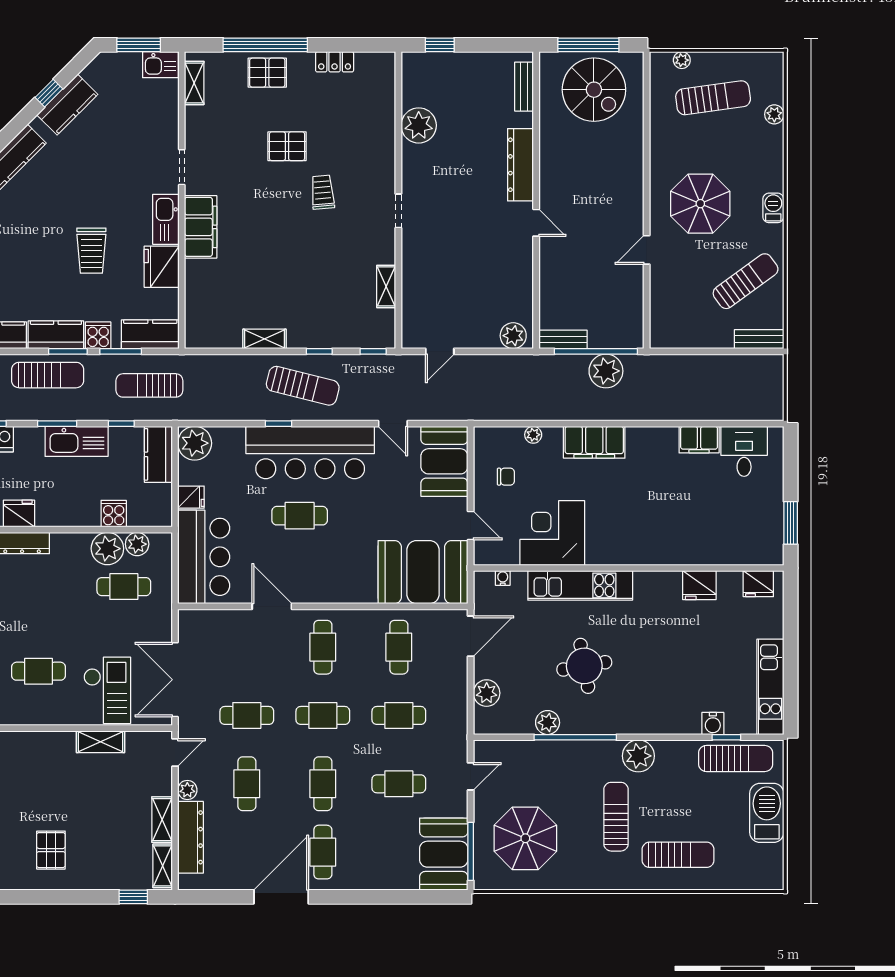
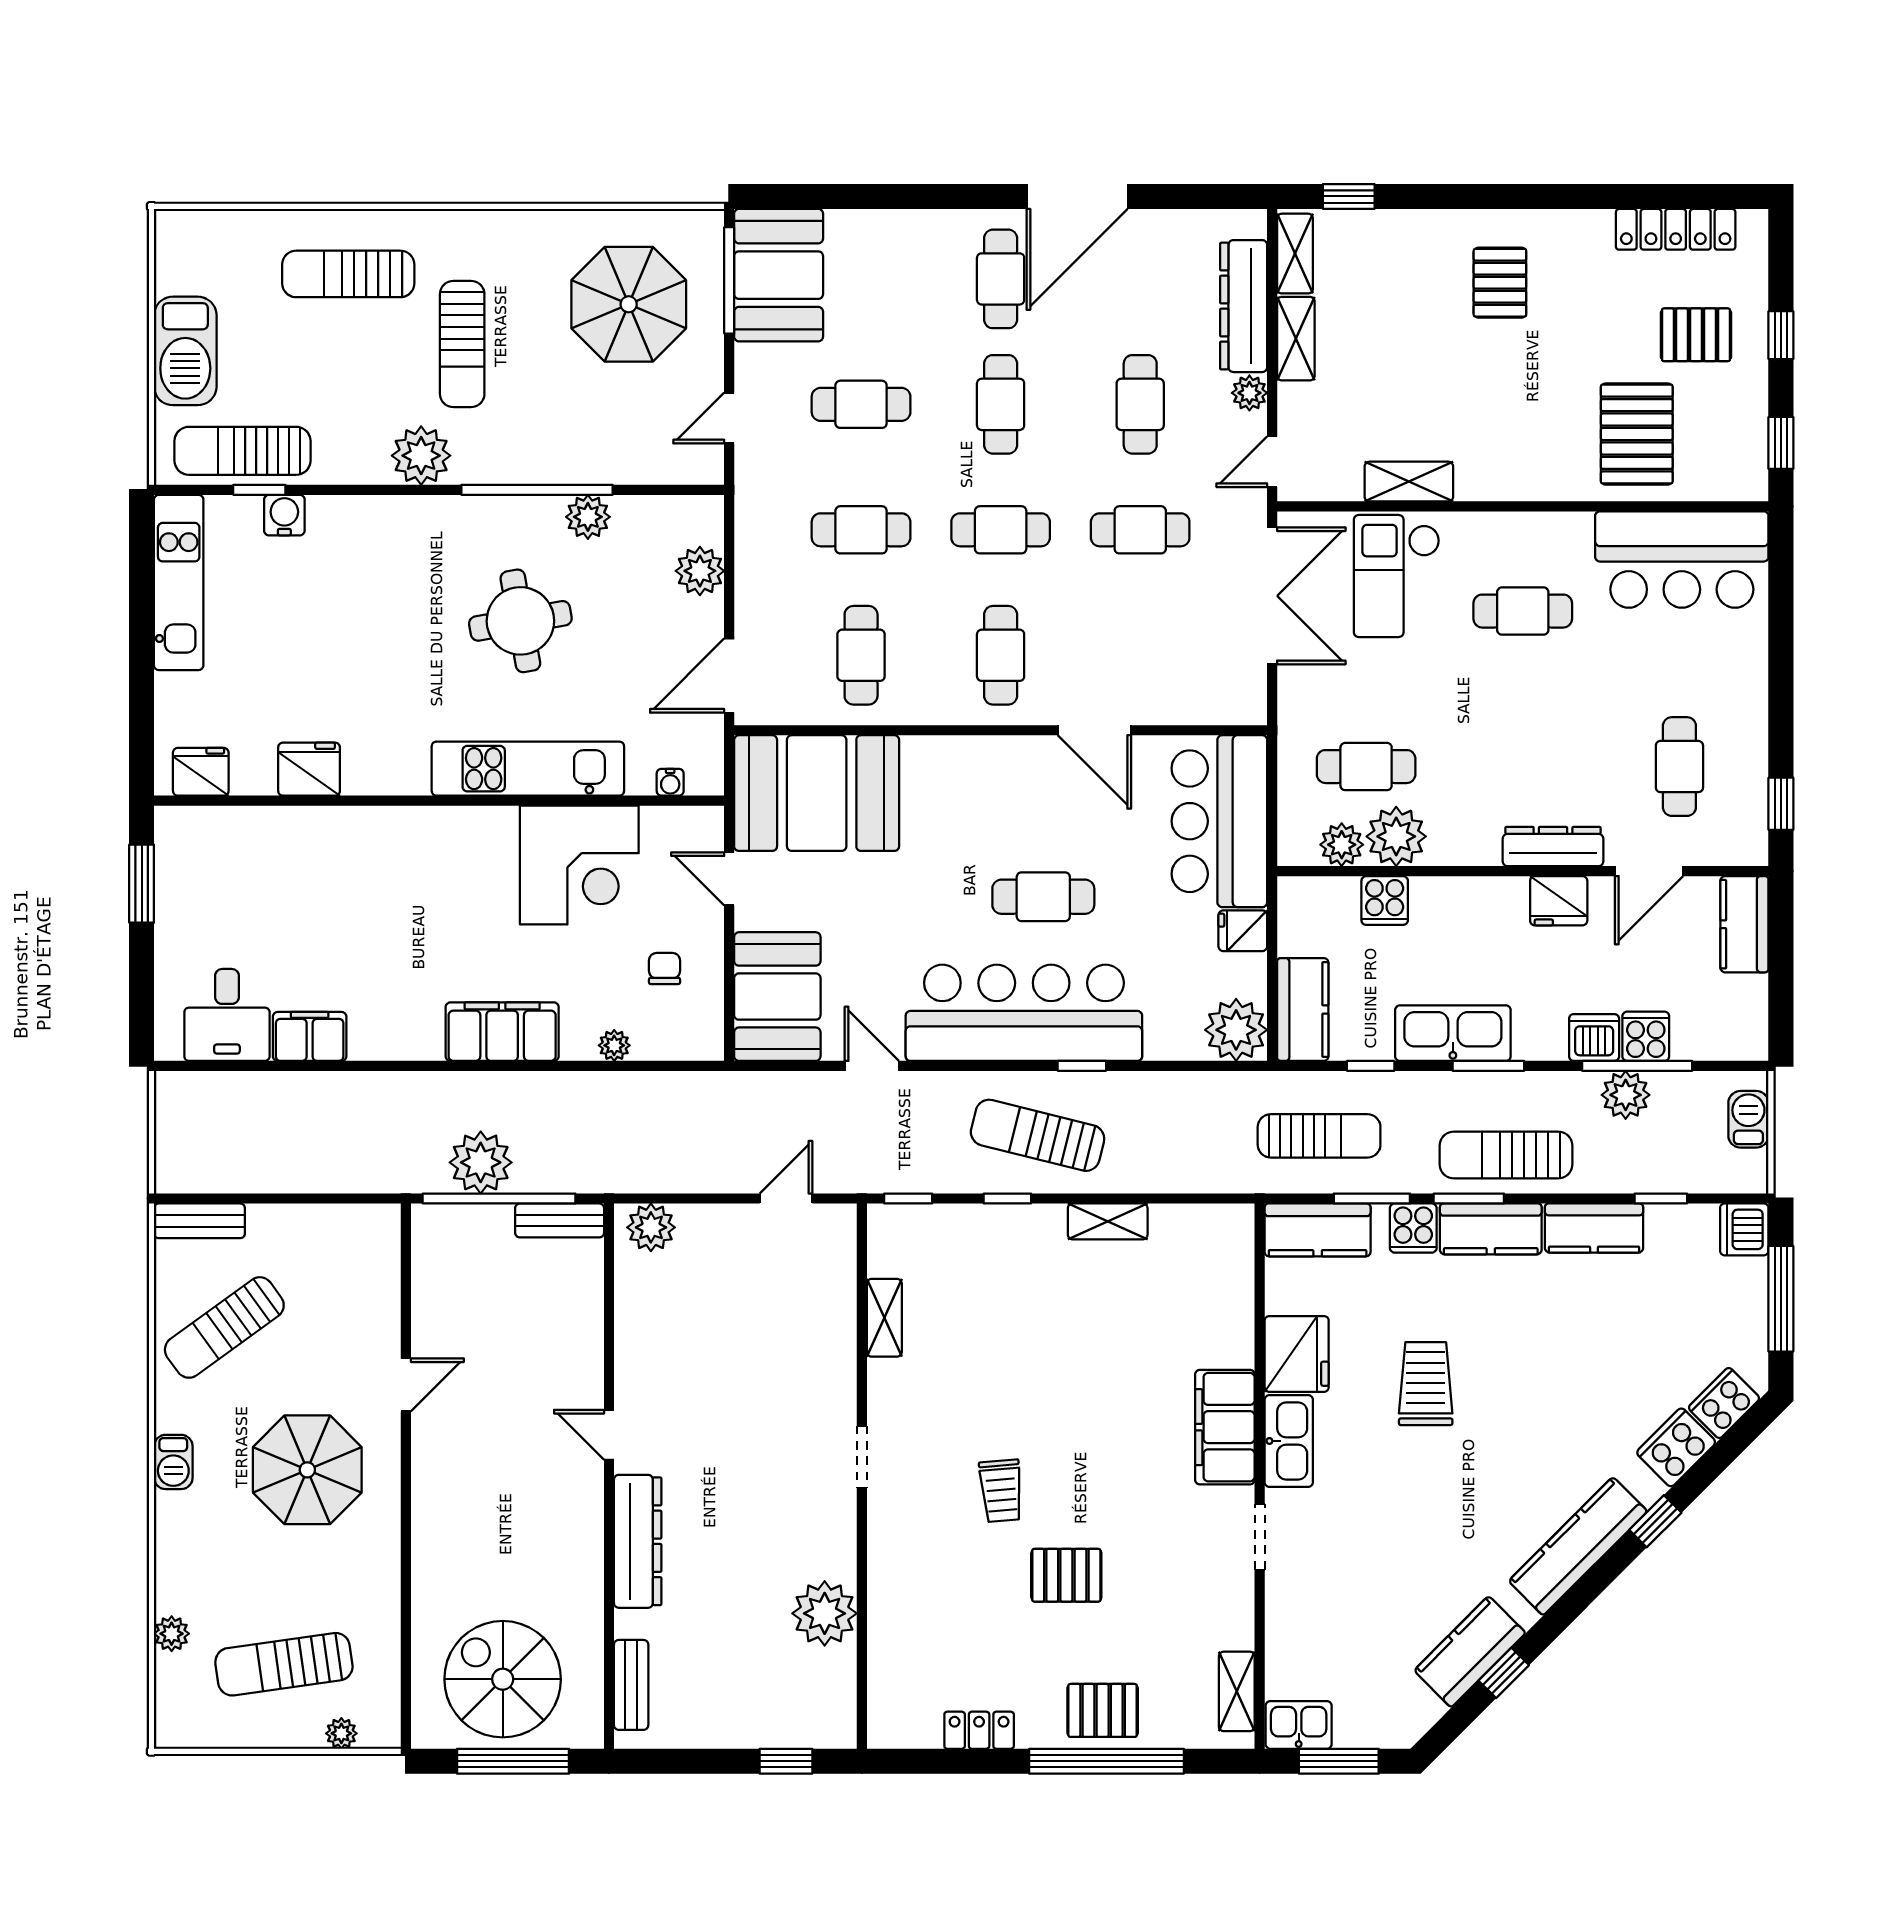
chair: (506, 477) -> (664, 968), turned 90

